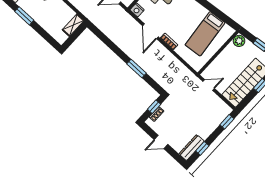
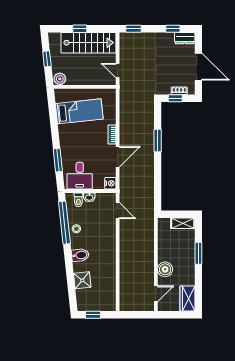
window: (24, 16) -> (198, 253), moved
shelving: (73, 25) -> (183, 223), moved
door: (161, 142) -> (198, 67), width x1.87
dresser: (192, 147) -> (185, 38), width x0.70

